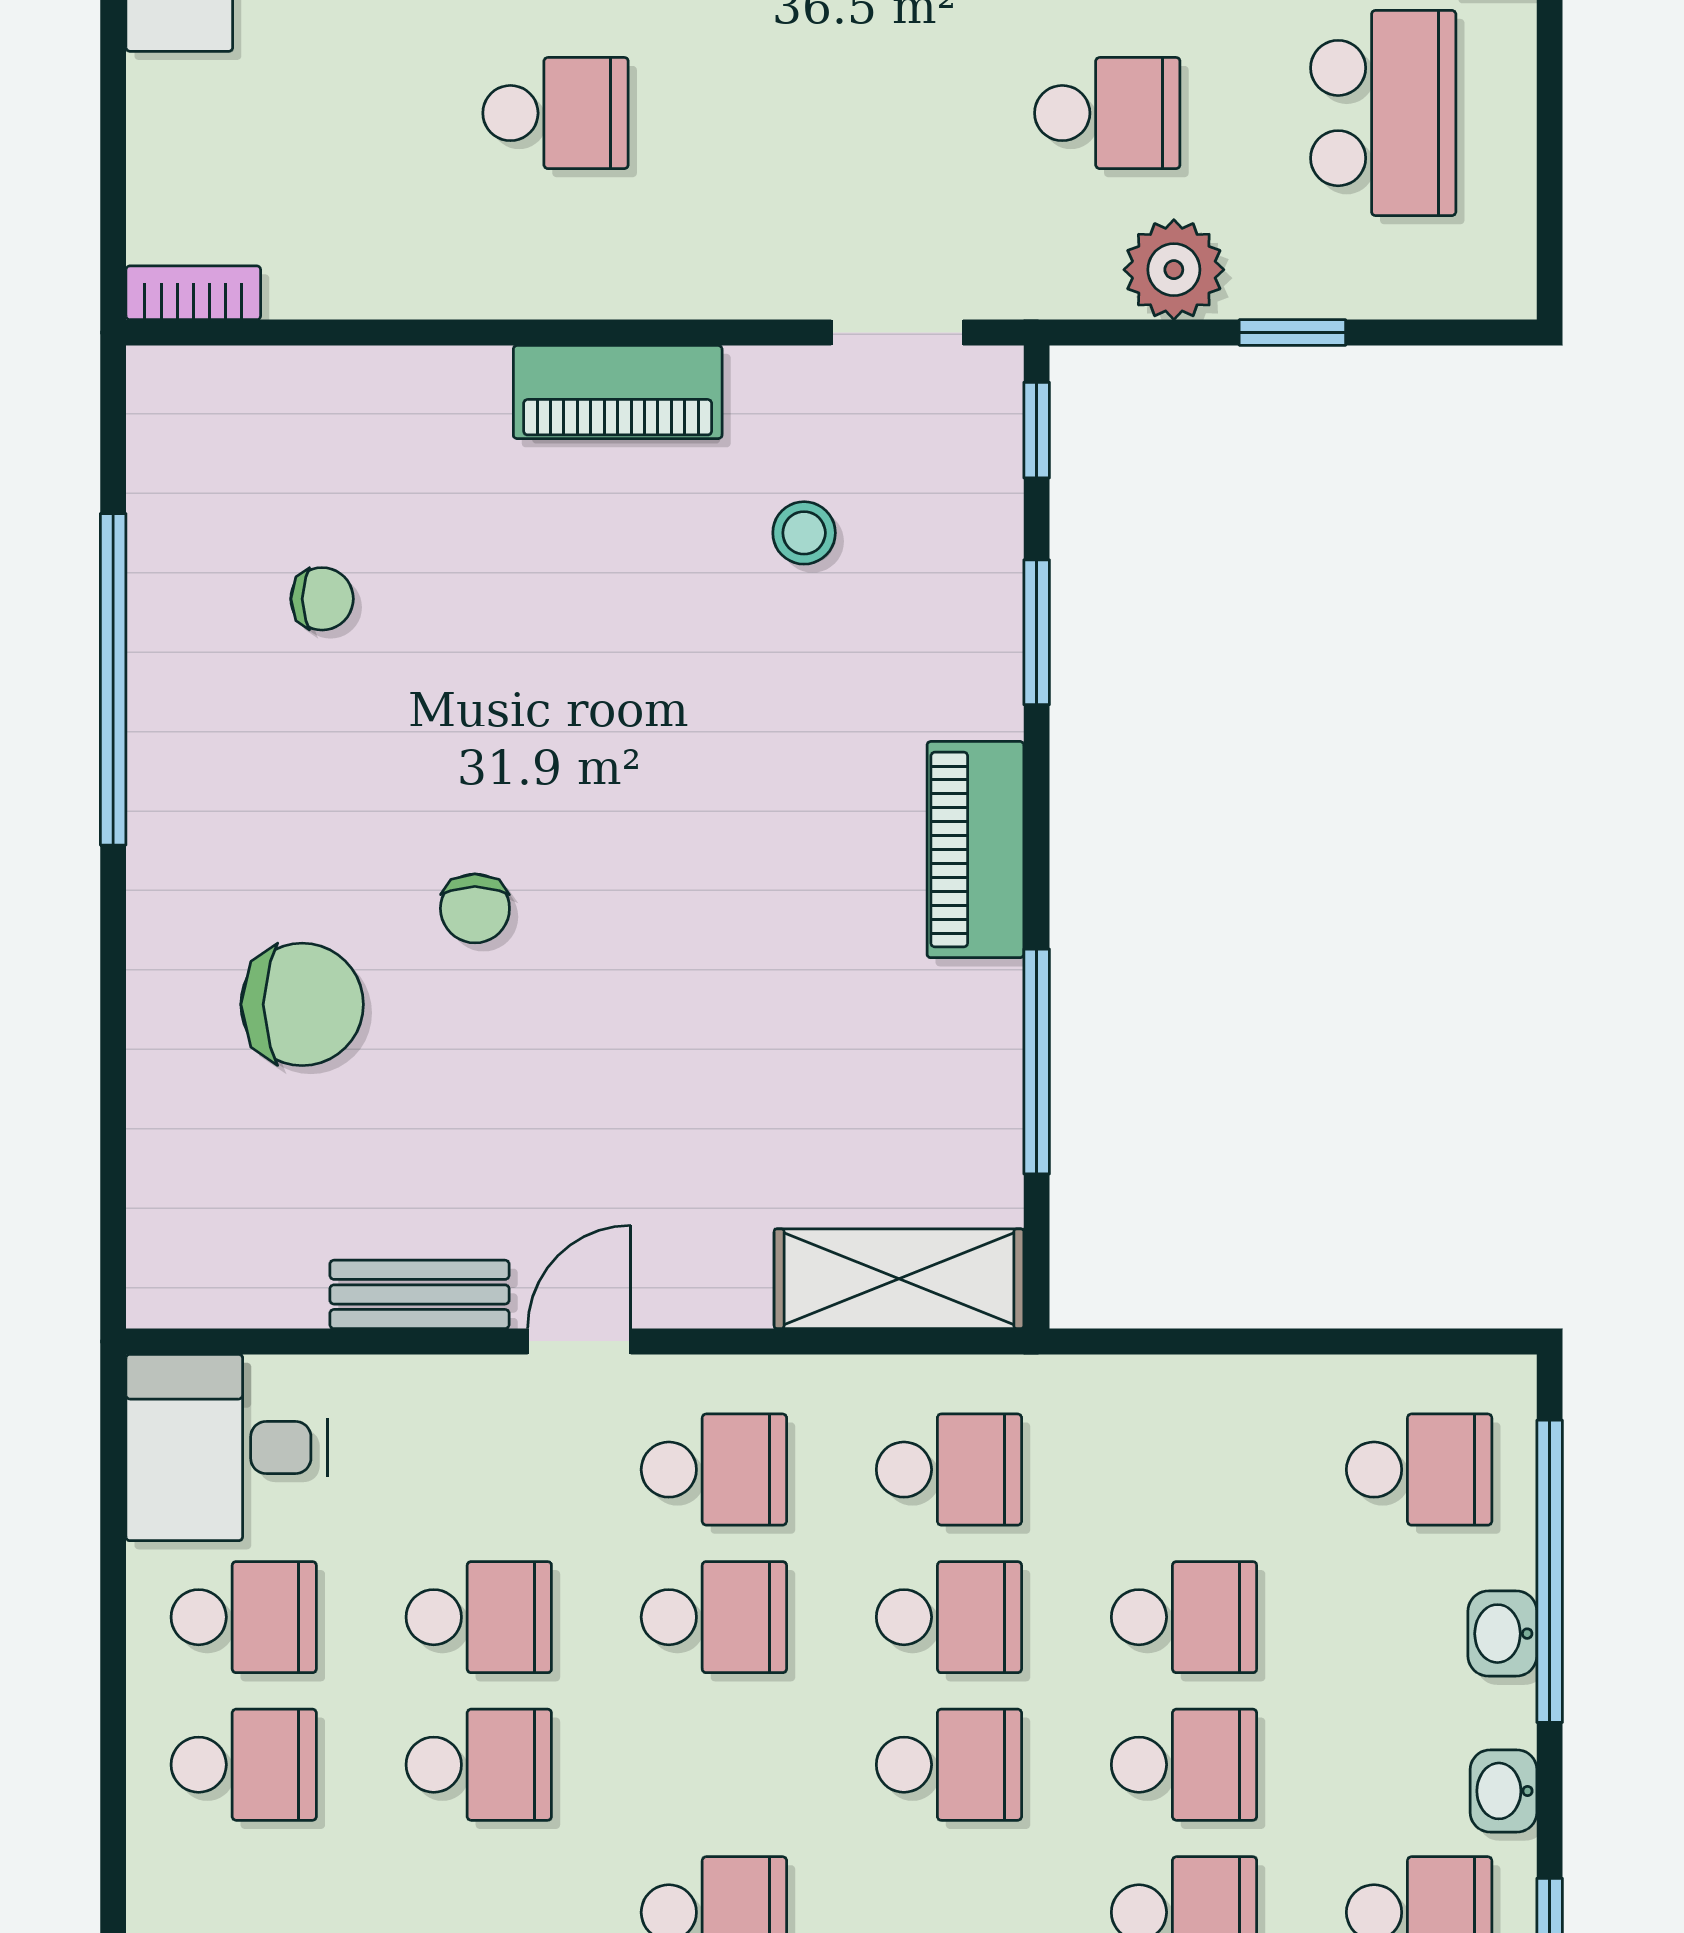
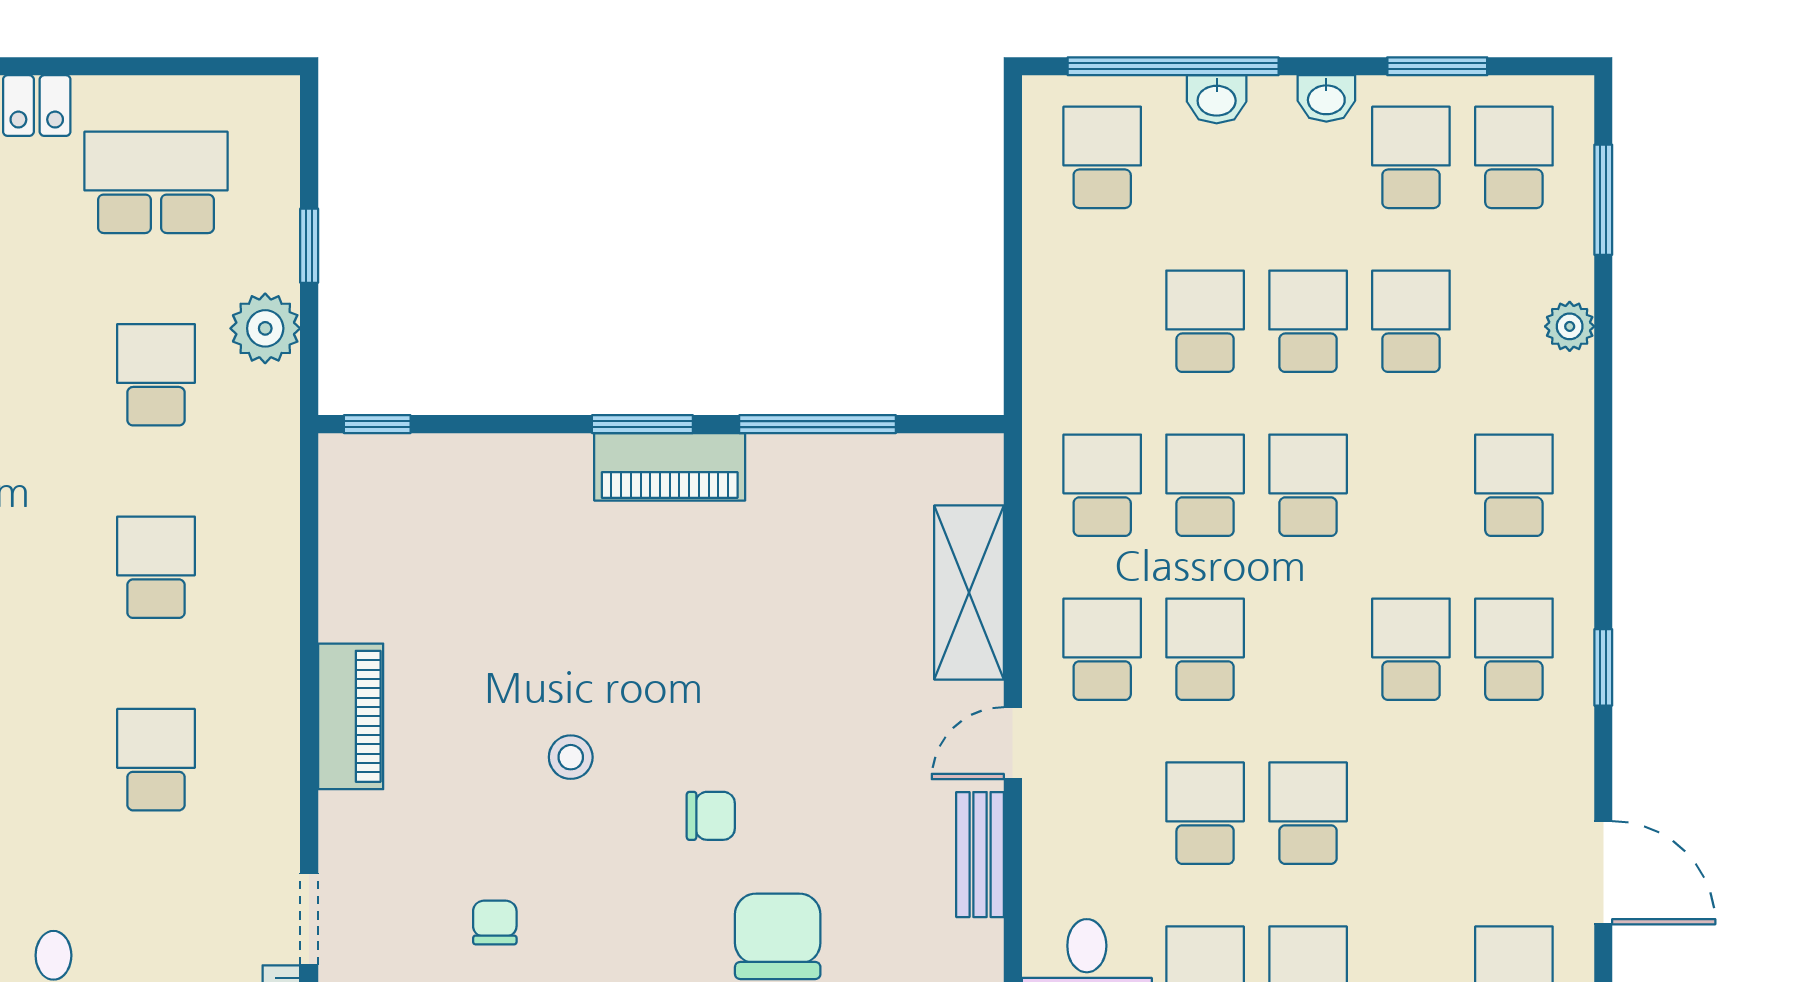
school desk: (831, 113) -> (156, 567), added
doorway: (897, 333) -> (309, 919), moved
stool: (804, 533) -> (571, 757), moved
window: (1037, 632) -> (642, 424), moved
shelving: (899, 1279) -> (969, 593), moved
door: (579, 1341) -> (1013, 743), hinge flipped

